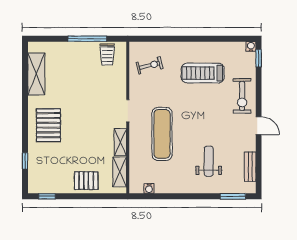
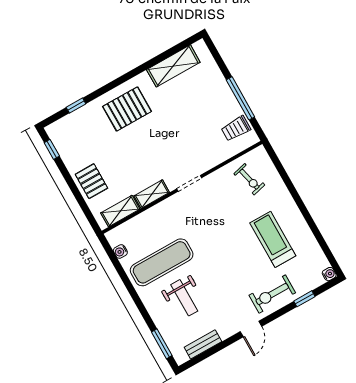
window: (259, 58) -> (304, 299), moved
exercise mat: (162, 134) -> (162, 262), moved
weight bench: (209, 161) -> (184, 298), turned 90

